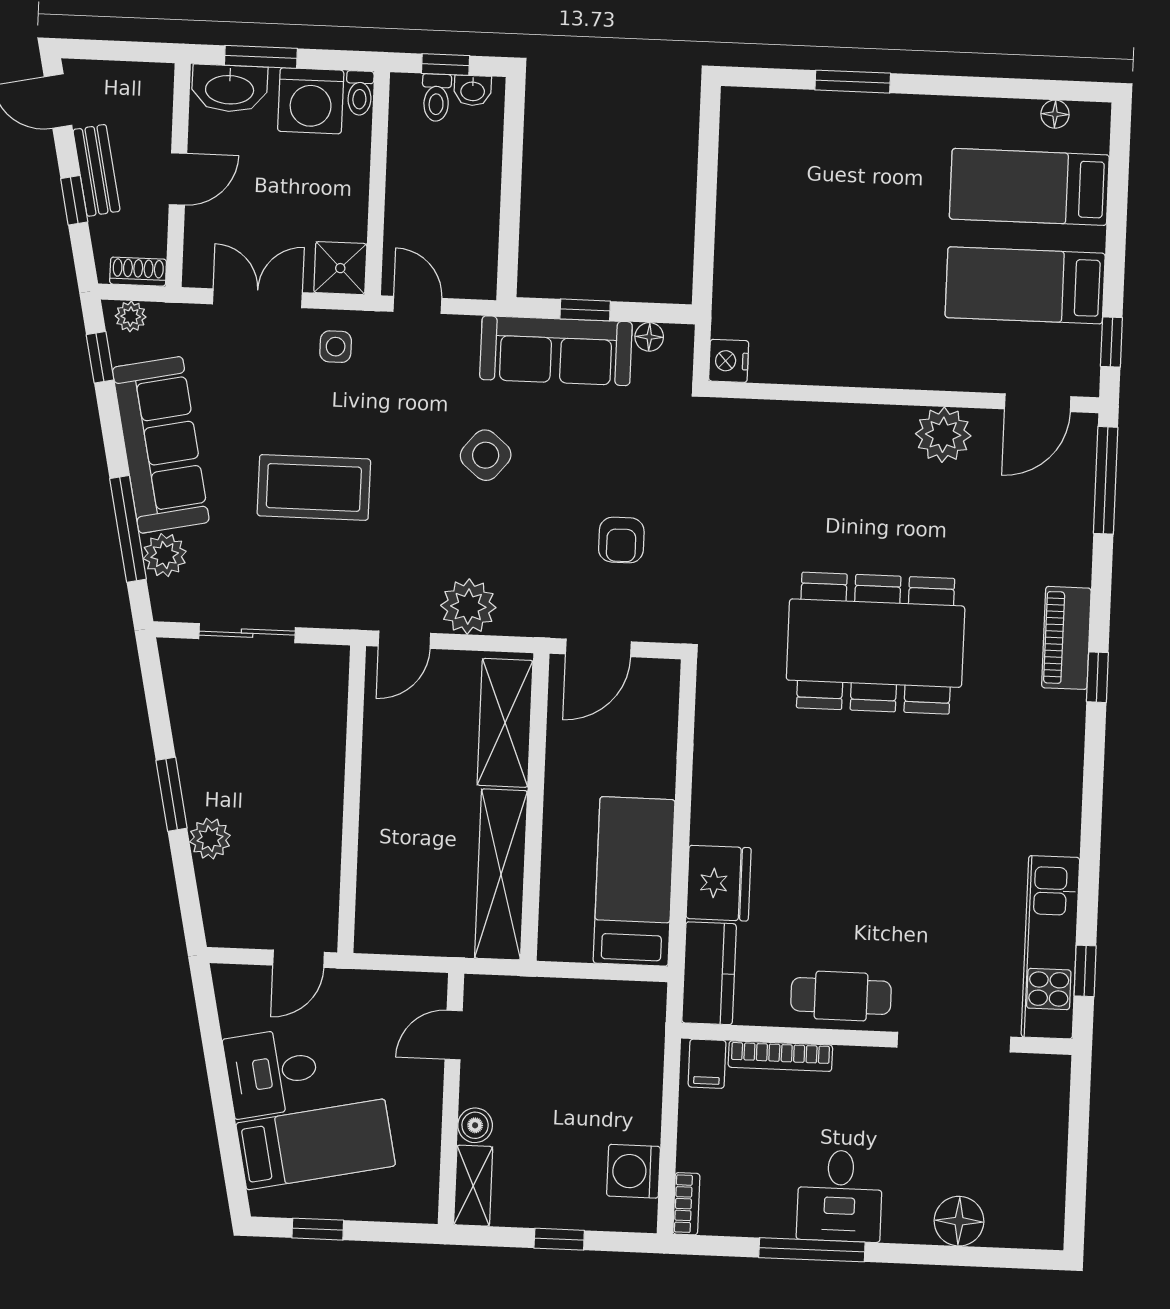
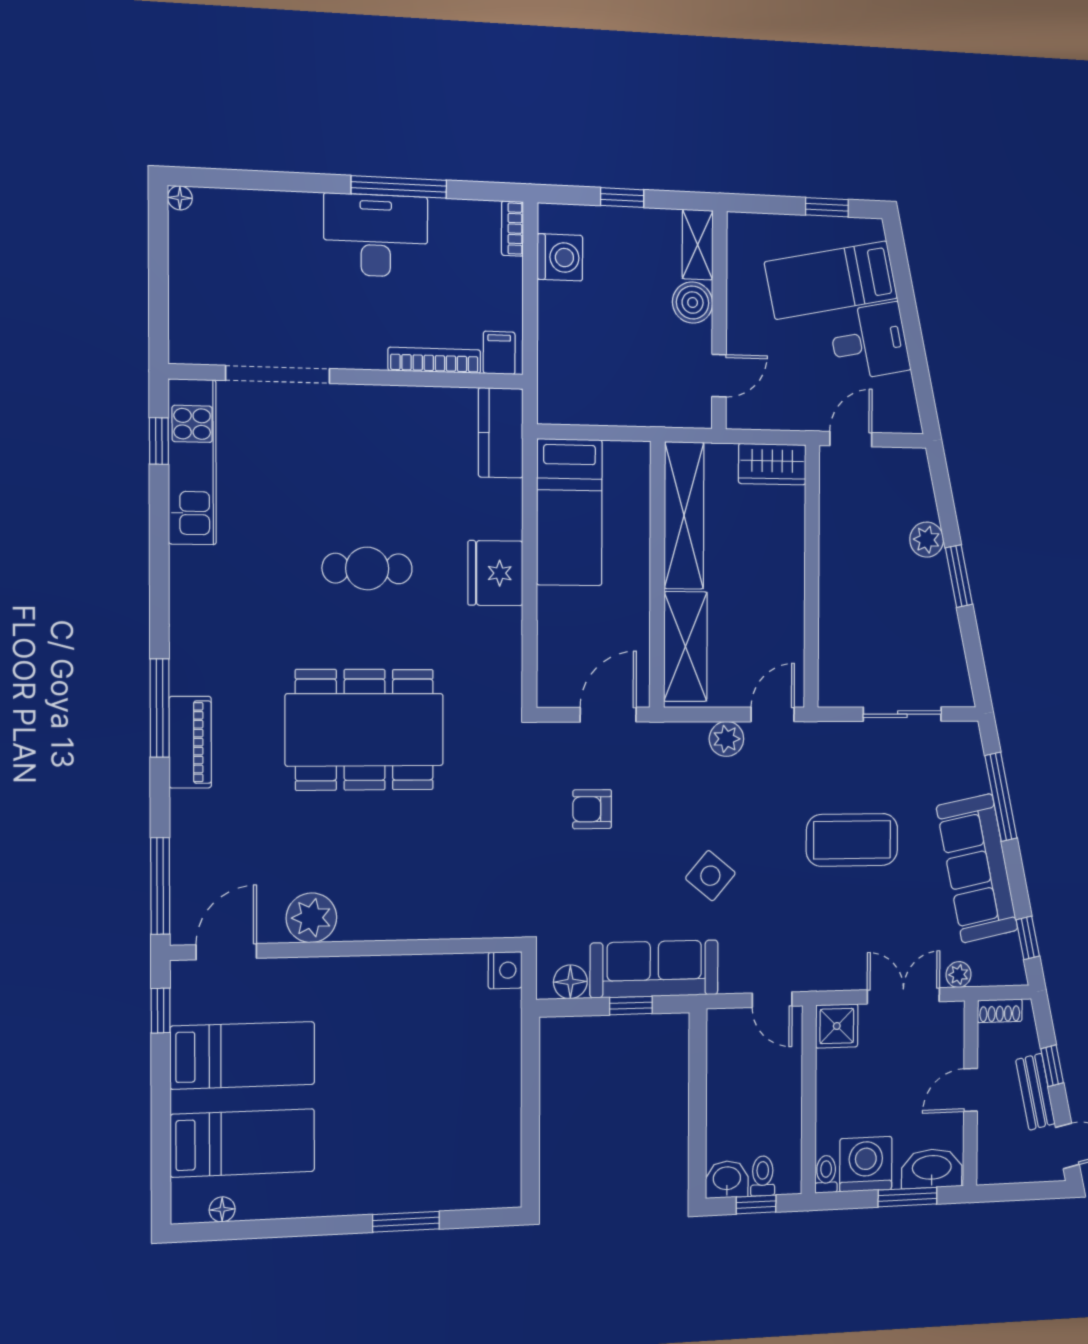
washbasin: (473, 91) -> (727, 1179), width x1.38, depth x1.45
double door: (257, 298) -> (903, 996), swing flipped
plant: (131, 316) -> (959, 975), moved
floor lamp: (649, 337) -> (570, 982), width x1.37, depth x1.37
side table: (336, 347) -> (838, 960), removed
armchair: (621, 540) -> (592, 809), turned -90
plant: (165, 555) -> (971, 776), removed
plant: (468, 607) -> (726, 739), width x0.73, depth x0.73
window: (1097, 677) -> (160, 708), width x2.17
fridge: (719, 883) -> (495, 573), moved
wardrobe: (394, 931) -> (772, 464), added
cafe table: (841, 996) -> (367, 568), moved
boiler: (475, 1125) -> (693, 303), width x1.36, depth x1.36
desk: (840, 1196) -> (376, 235), width x1.37
floor lamp: (959, 1221) -> (180, 198), moved, width x0.53, depth x0.53

